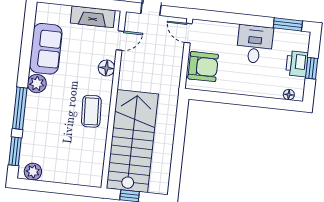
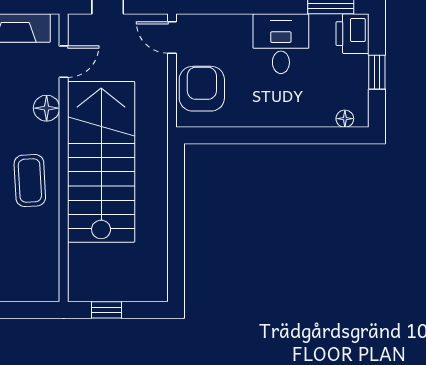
printer: (297, 64) -> (353, 34), moved
armchair: (203, 67) -> (202, 89), turned -90
stairs: (132, 141) -> (101, 162), moved

